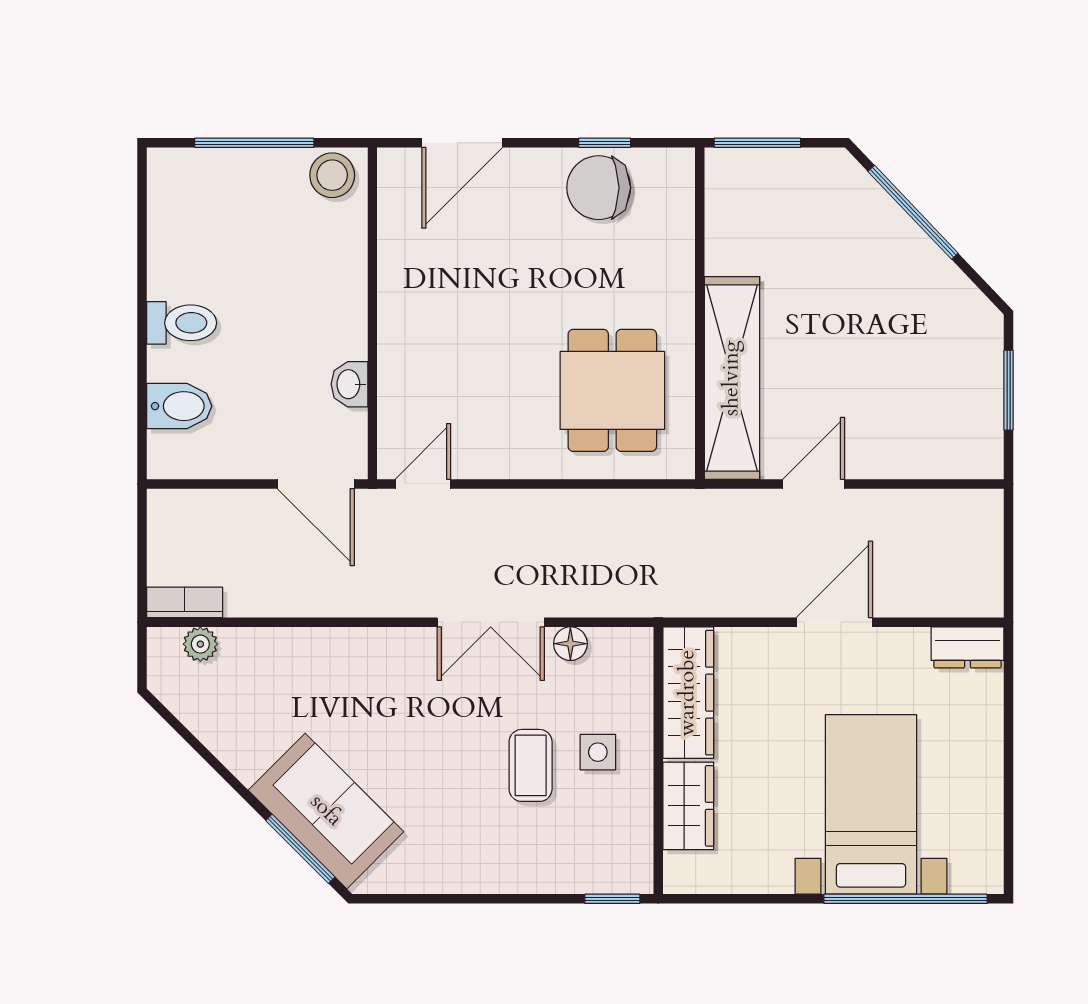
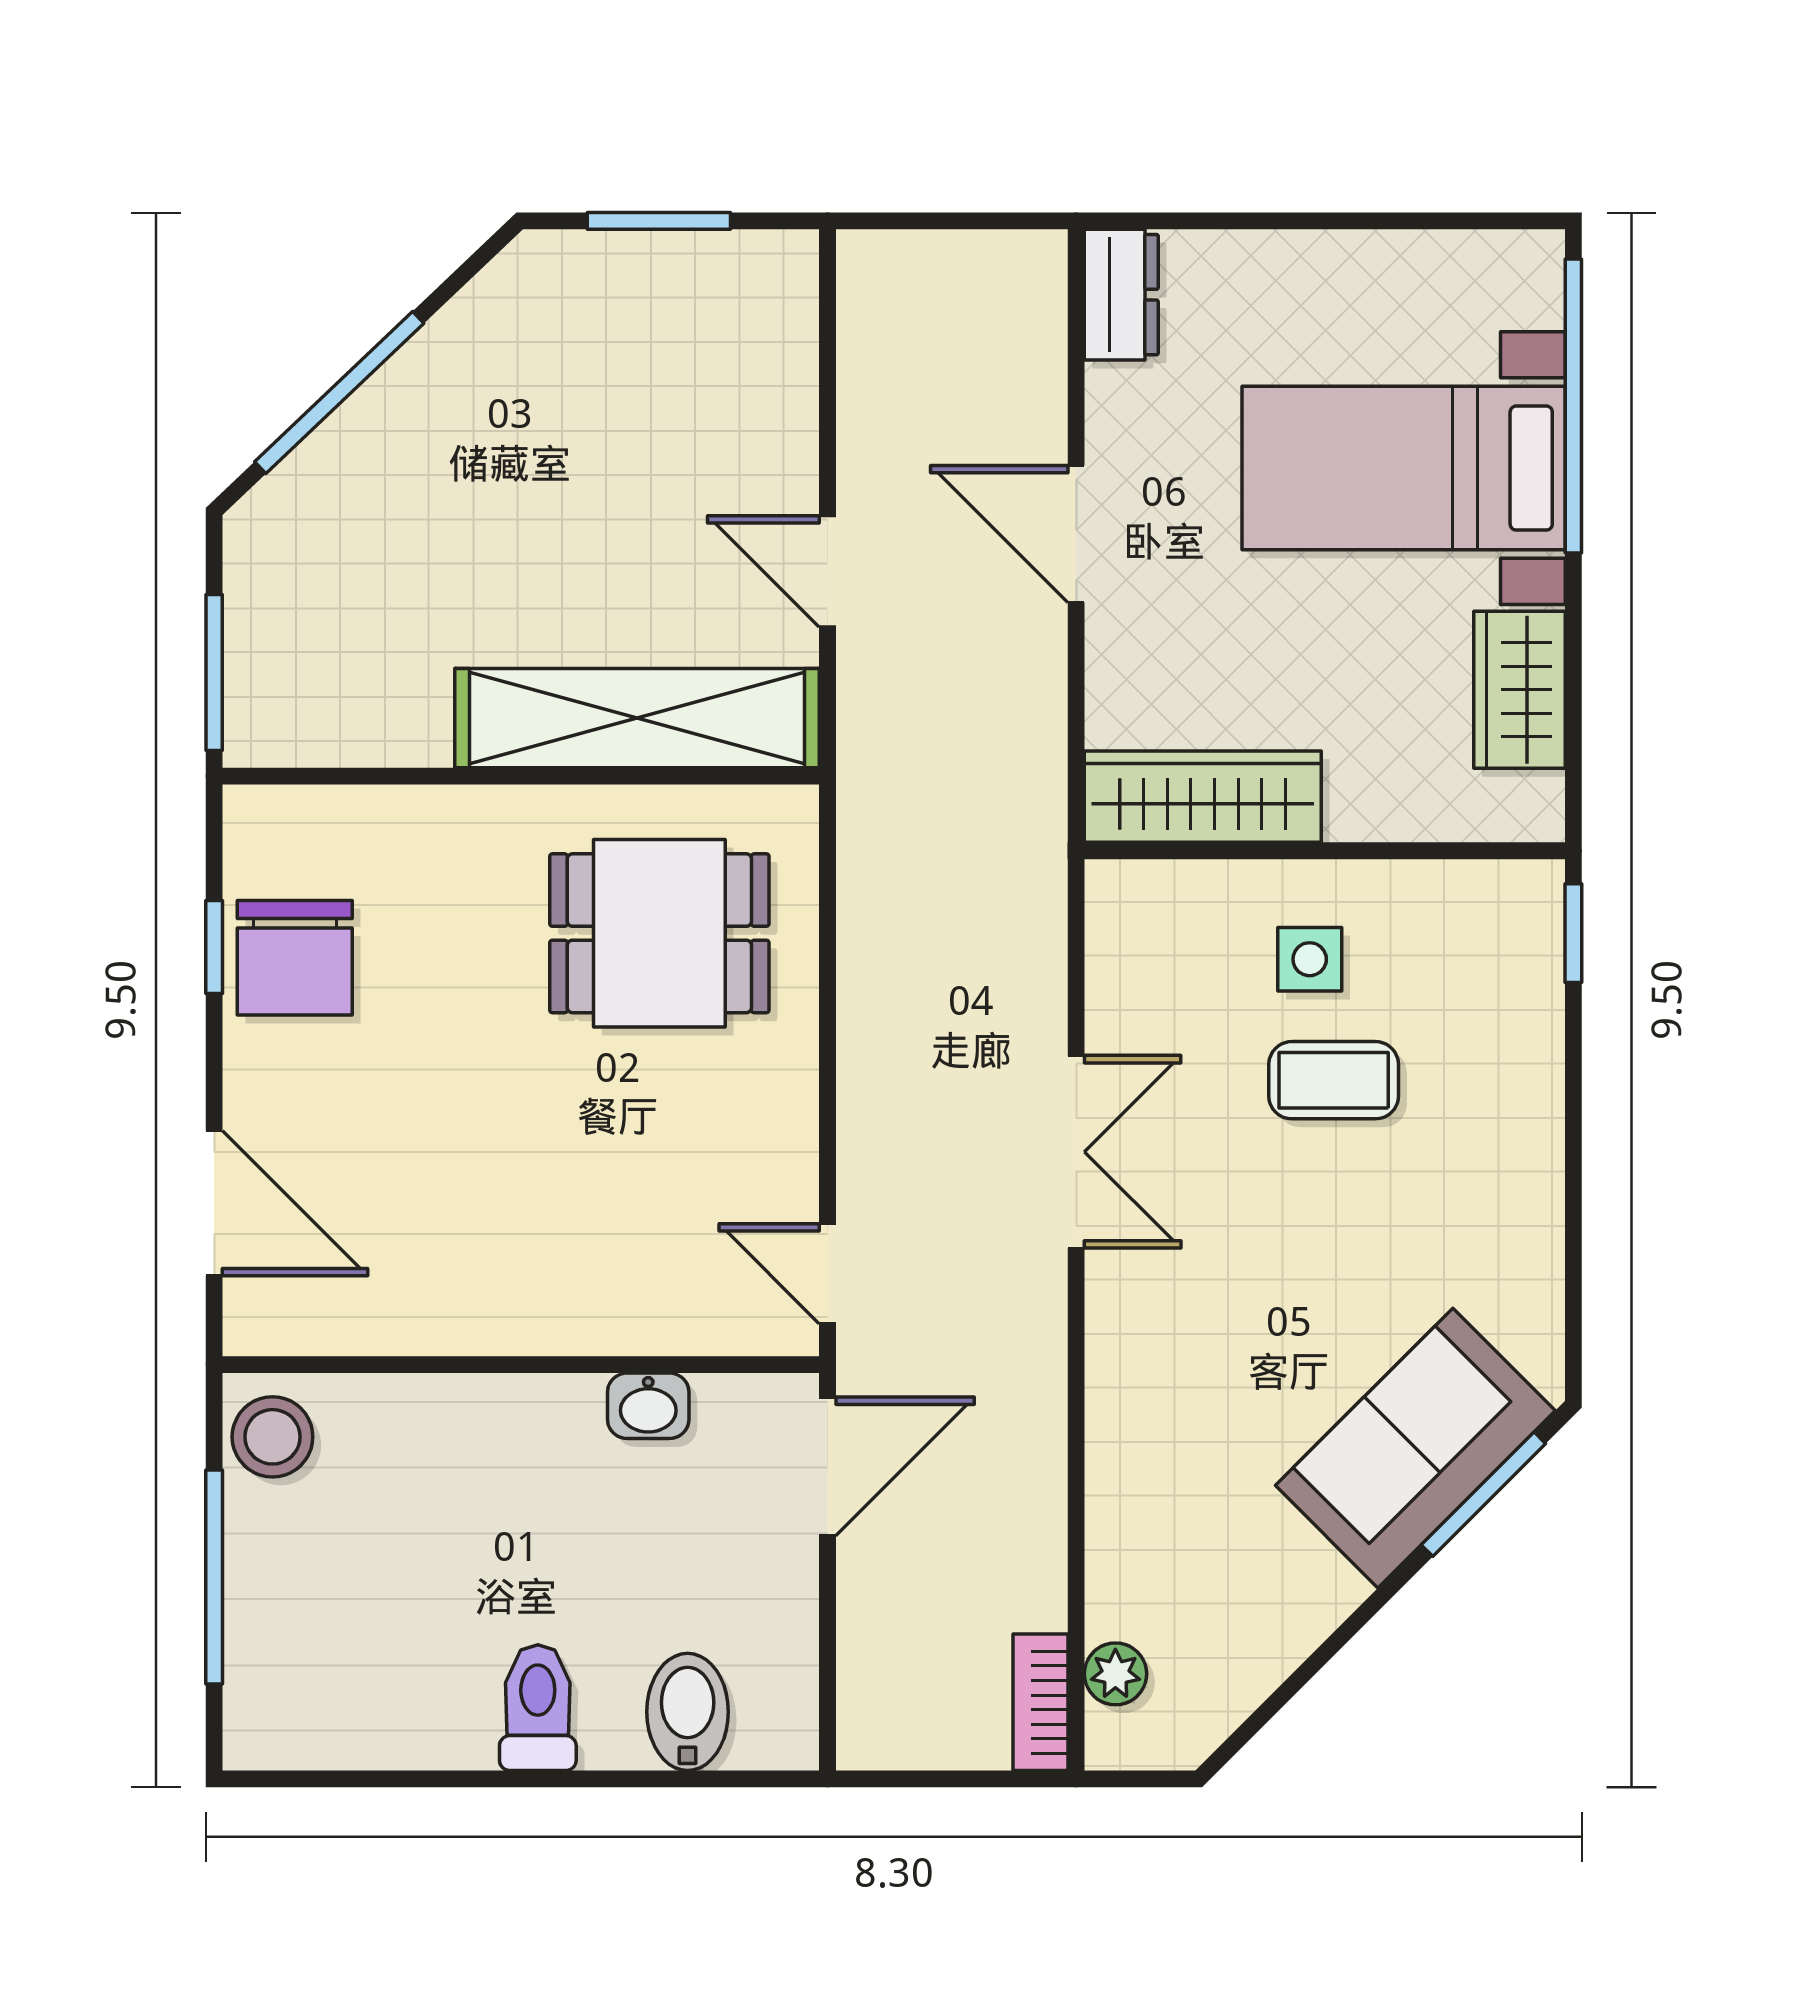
floor lamp: (570, 644) -> (1115, 1008), removed
wardrobe: (688, 806) -> (1520, 690), moved, turned -90

